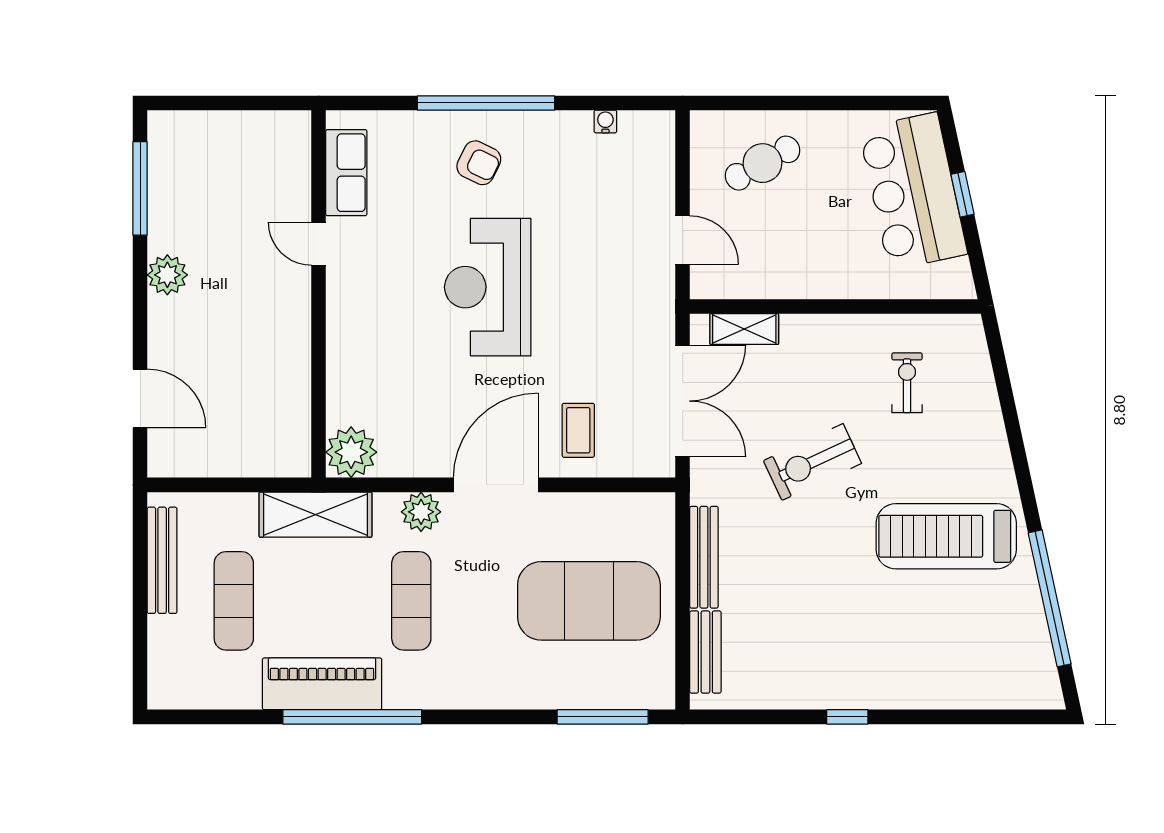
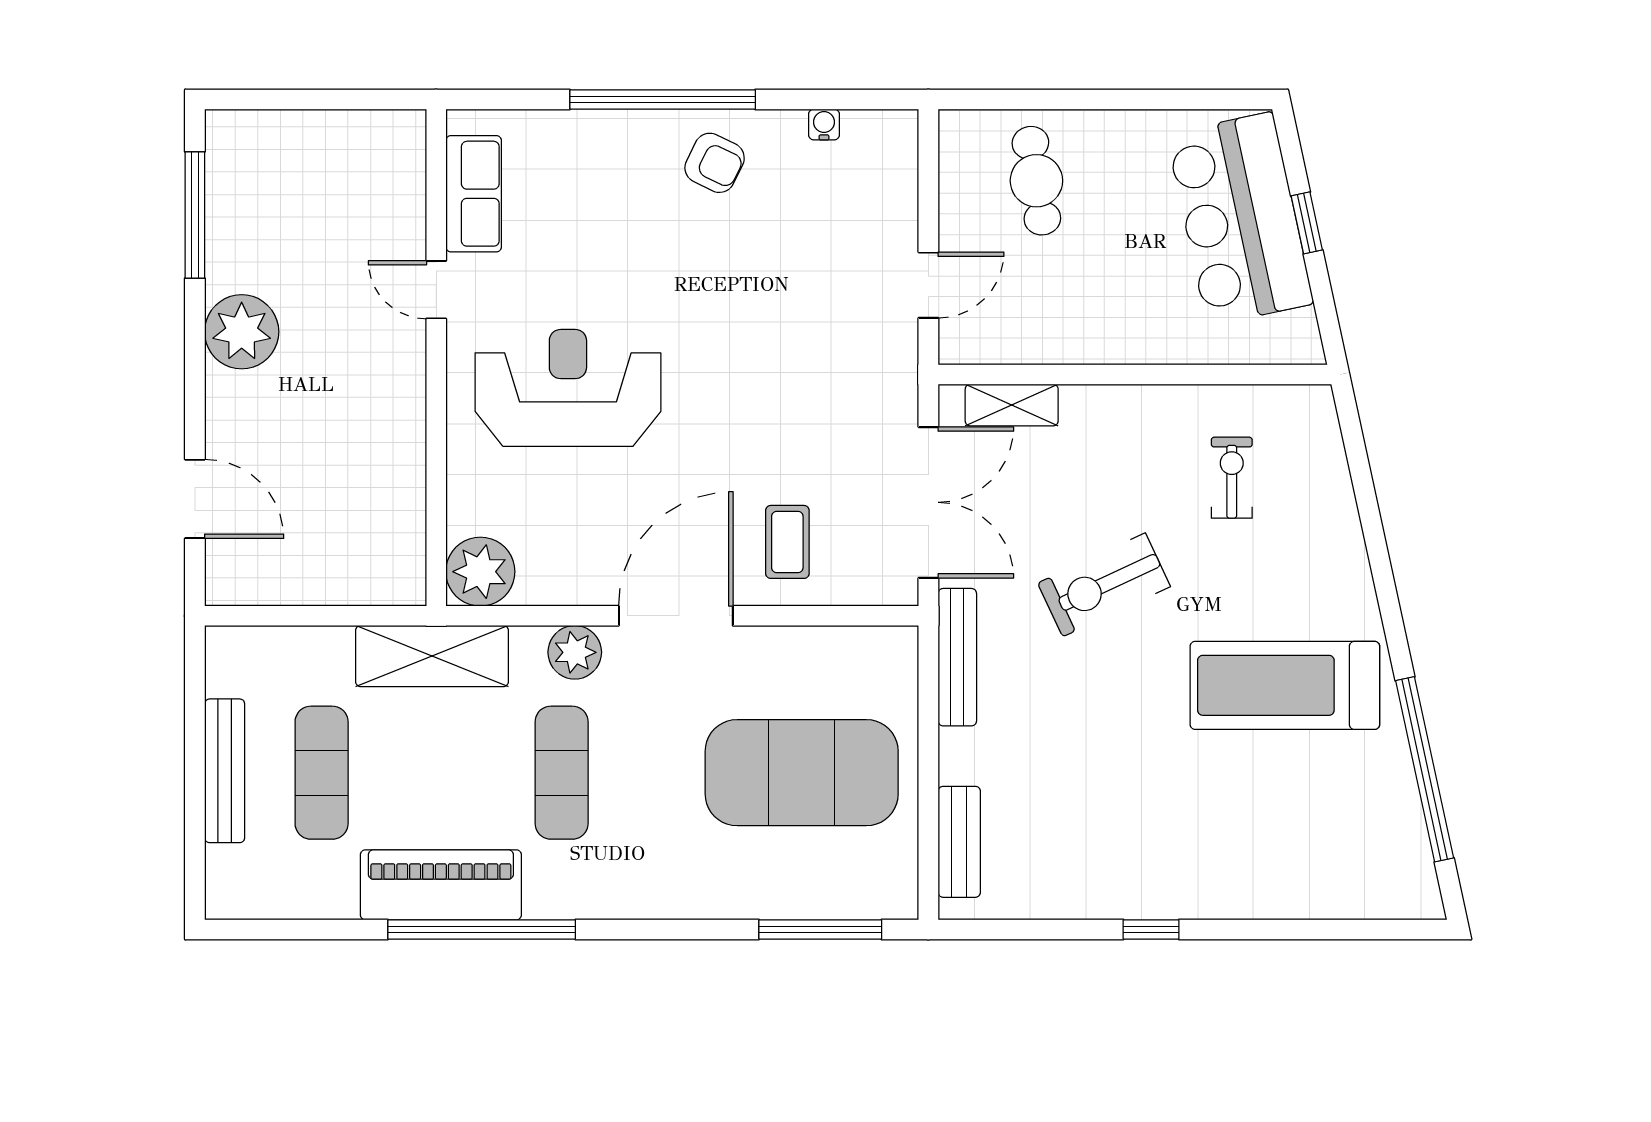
armchair: (479, 163) -> (715, 163), moved
cafe table: (762, 163) -> (1036, 181), turned -70
door: (683, 240) -> (928, 285), hinge flipped
plant: (167, 275) -> (242, 332), width x1.36, depth x1.36
reception desk: (488, 287) -> (568, 388), moved, turned 90
bench: (704, 557) -> (957, 657), moved
bench: (162, 560) -> (225, 771), moved

